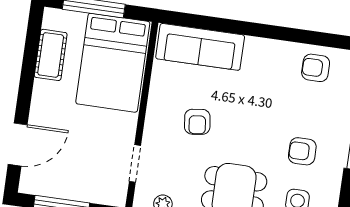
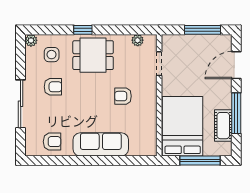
sofa: (200, 47) -> (101, 144), moved
window: (28, 71) -> (236, 113), added
armchair: (197, 122) -> (123, 96), turned -83

